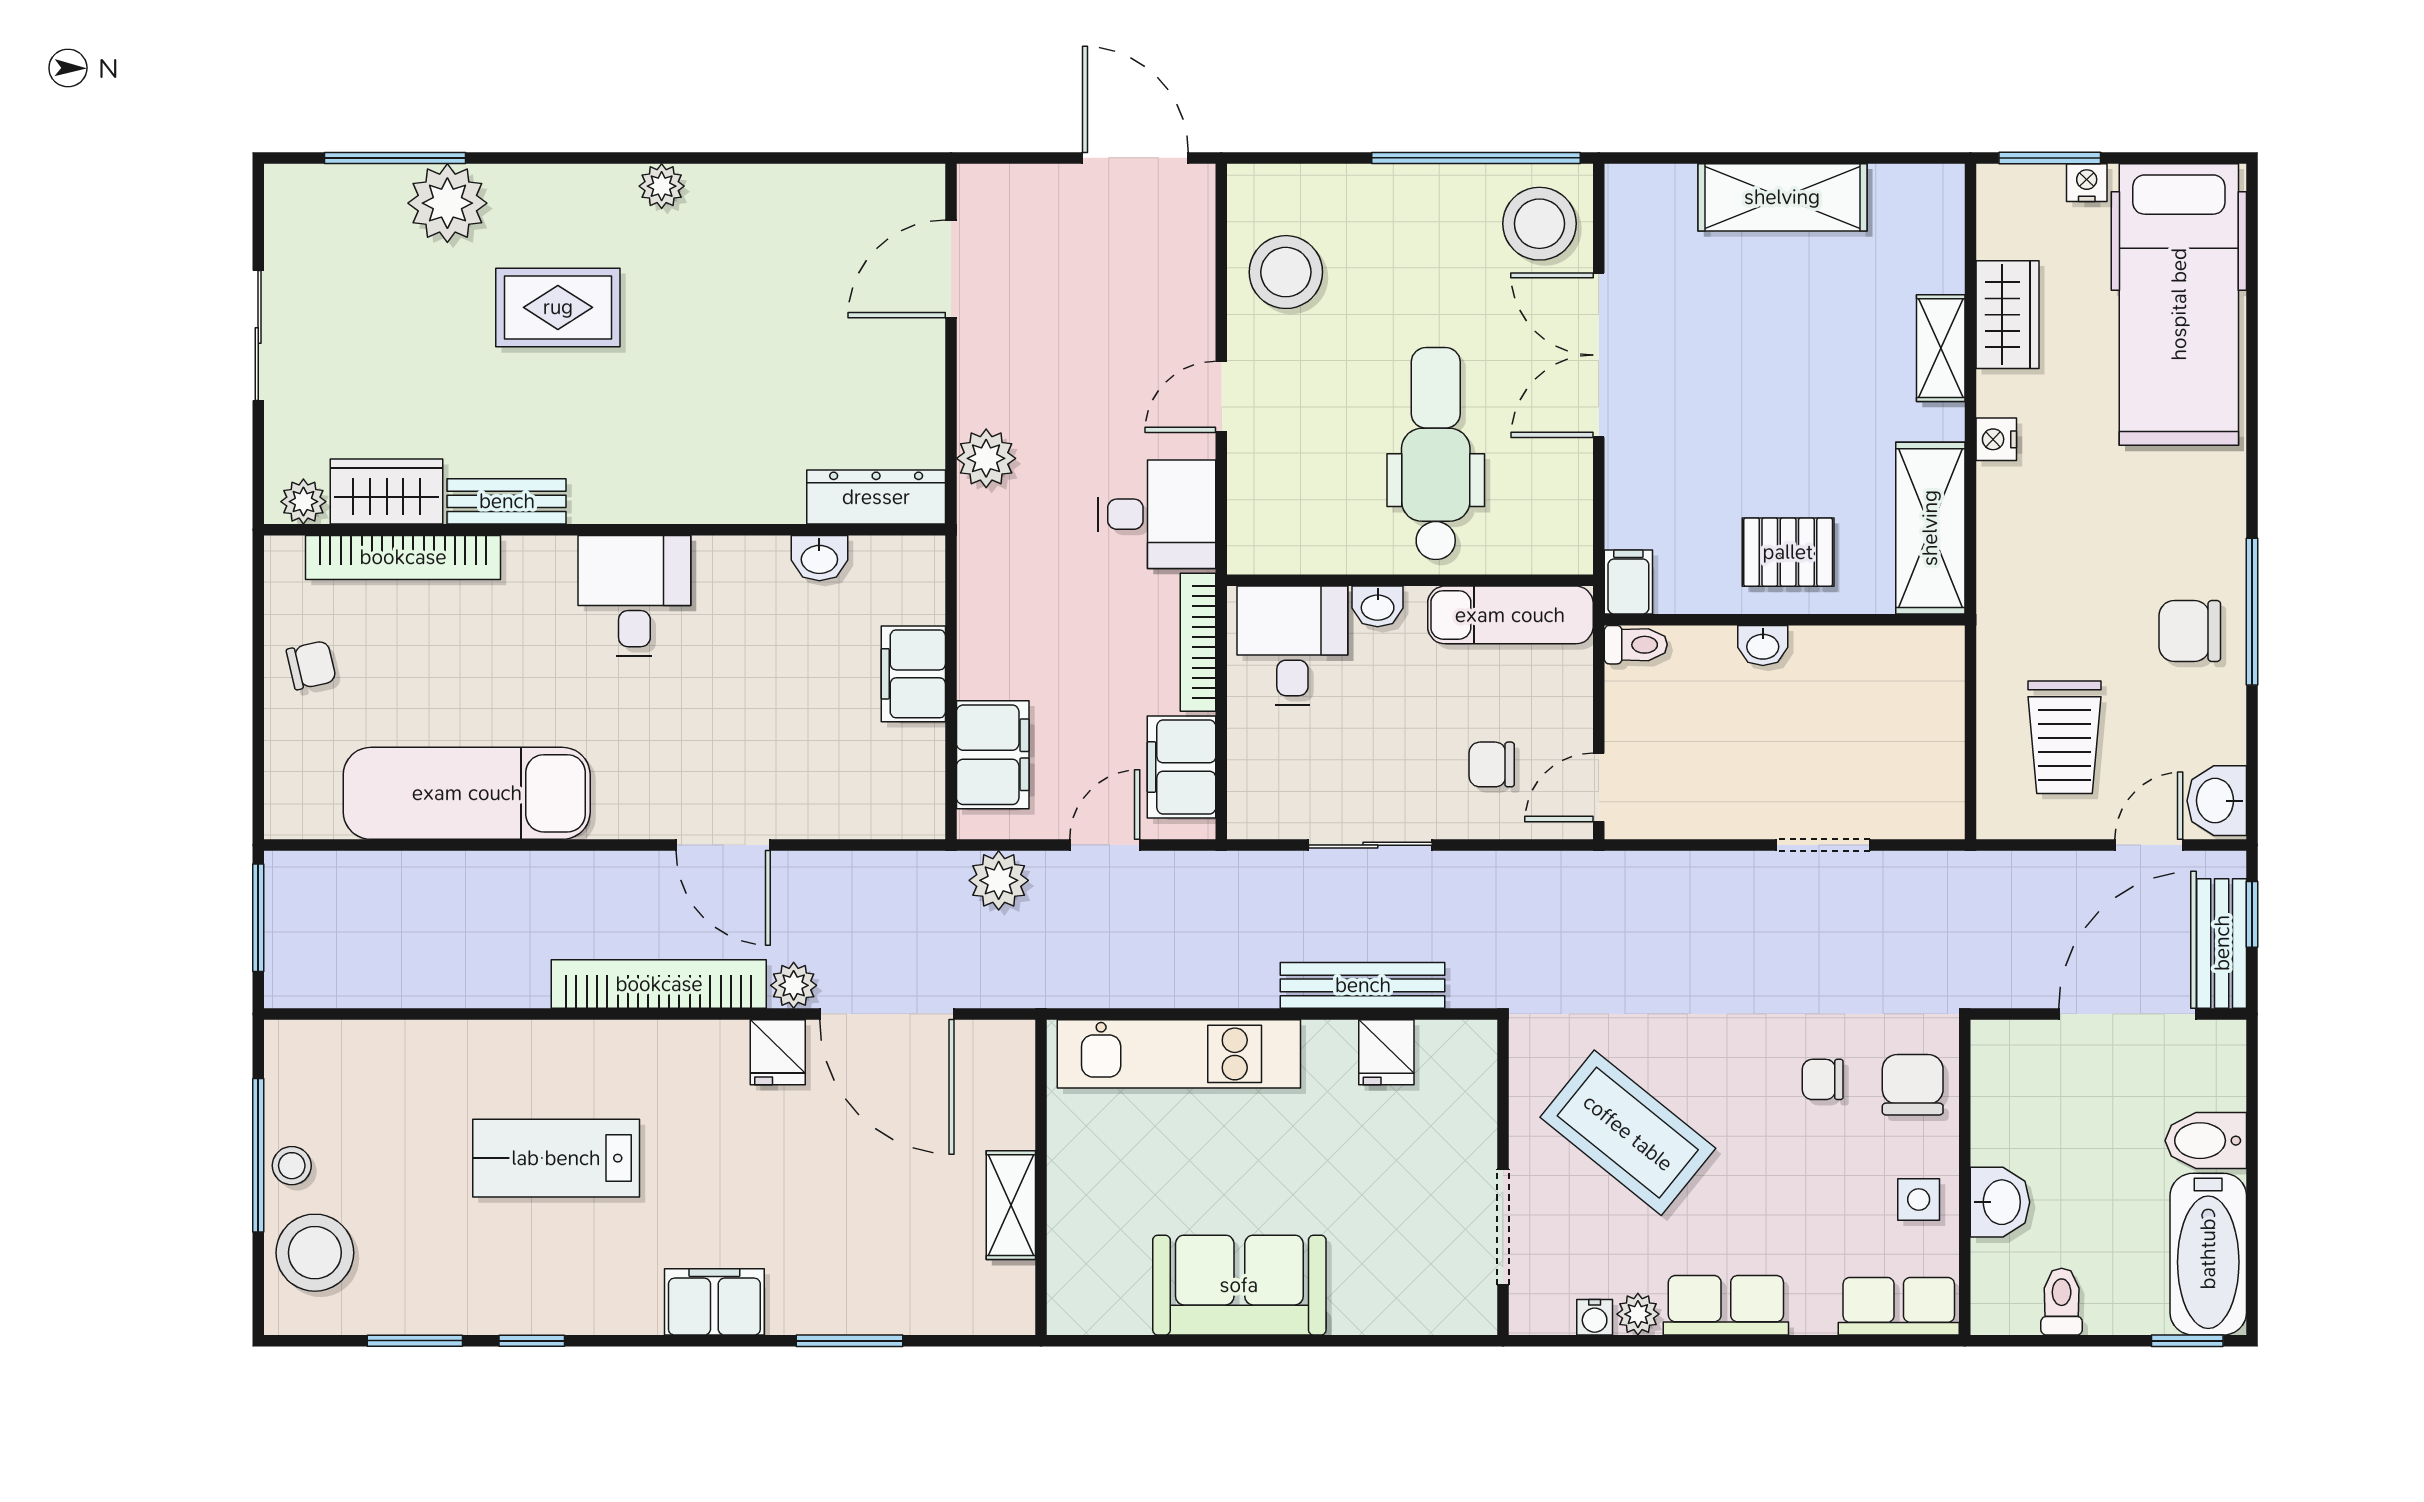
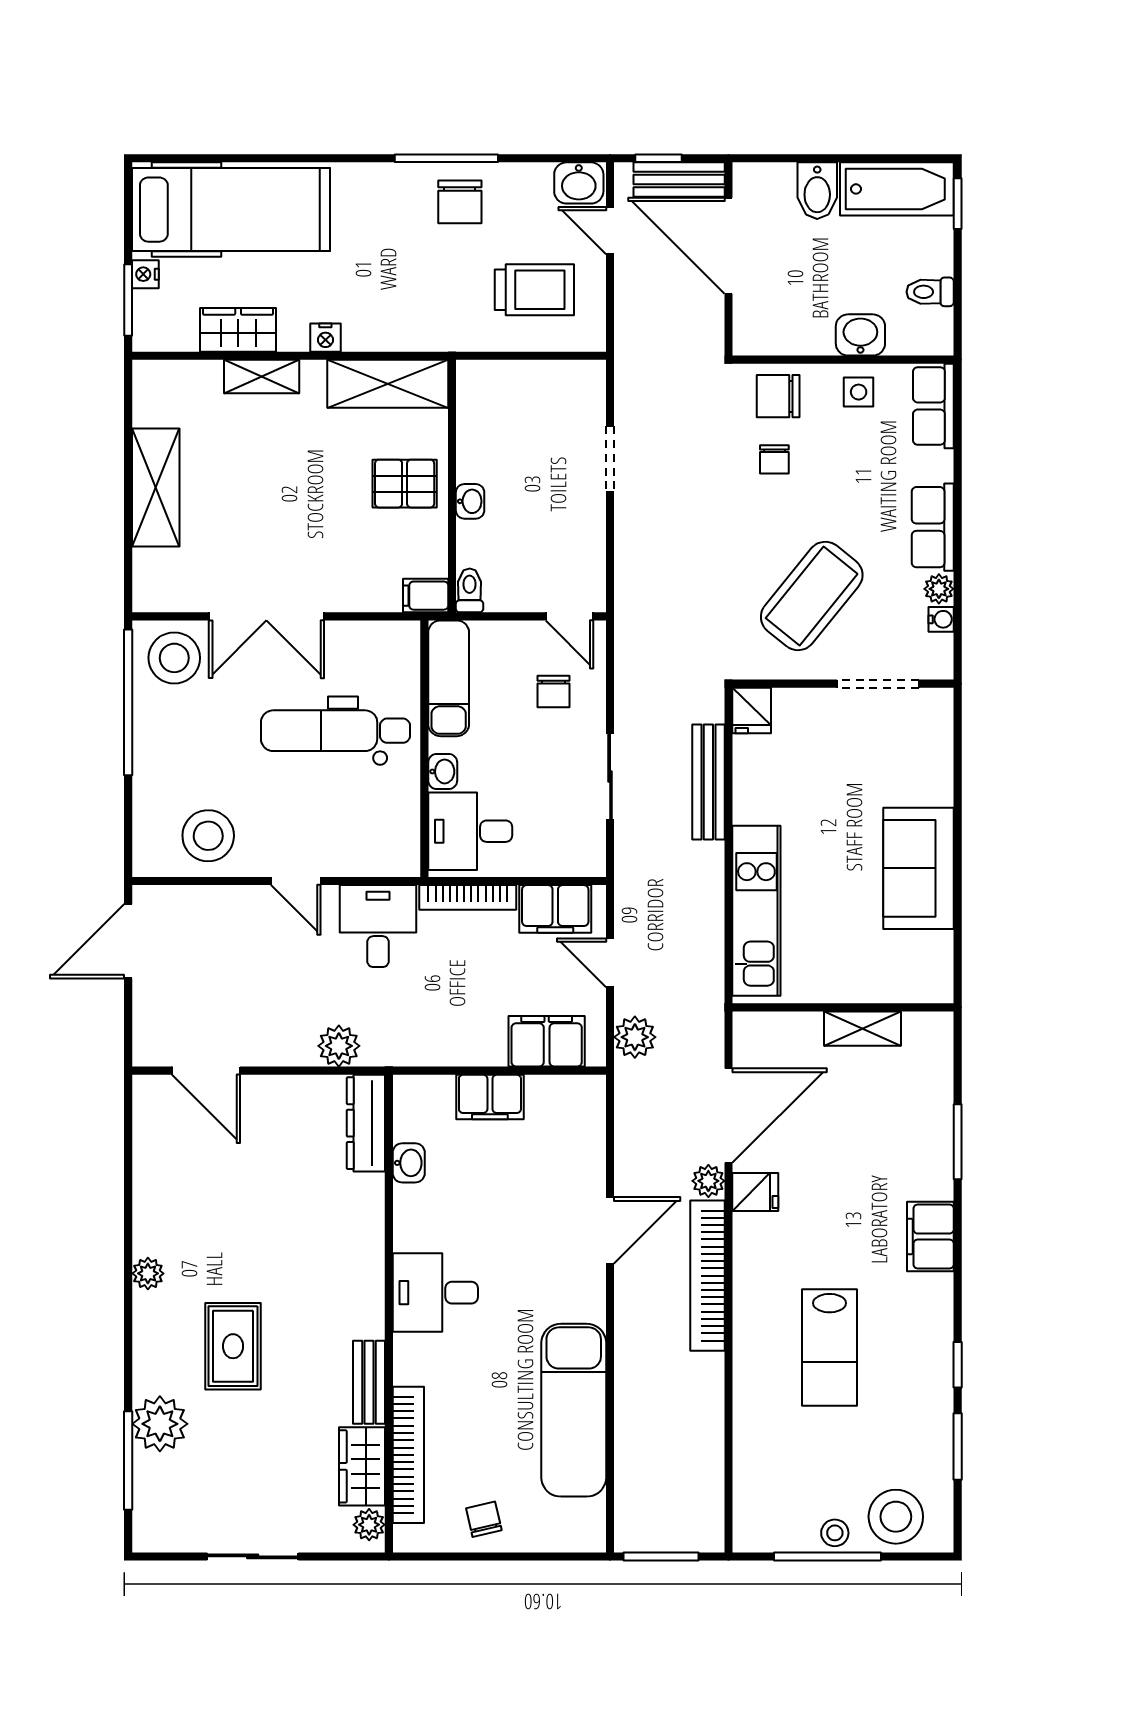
pallet: (1788, 552) -> (405, 484), turned 90
fridge: (1386, 1052) -> (752, 710), moved, turned 90

